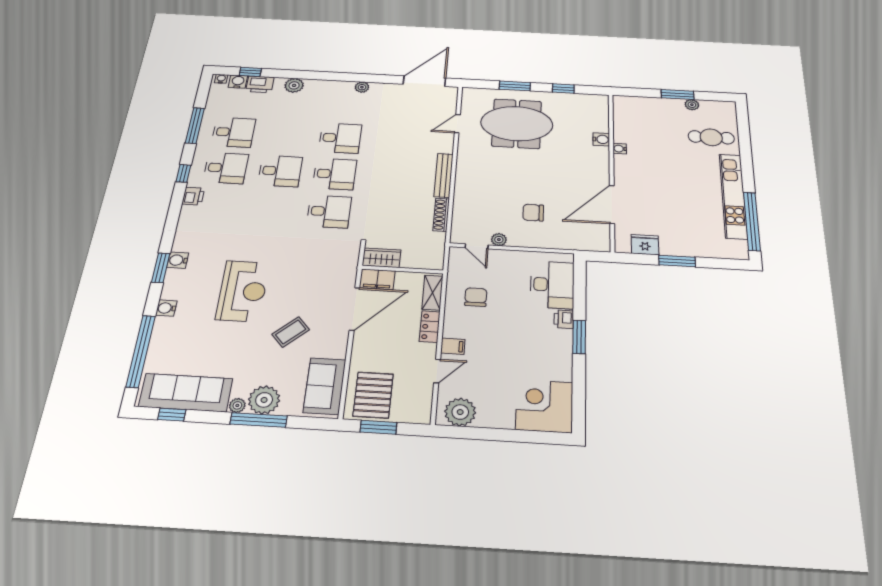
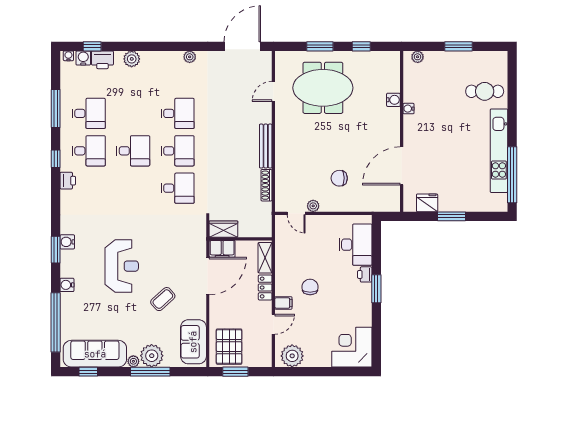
plant: (692, 105) -> (418, 57), moved
chair: (476, 297) -> (310, 287), moved

